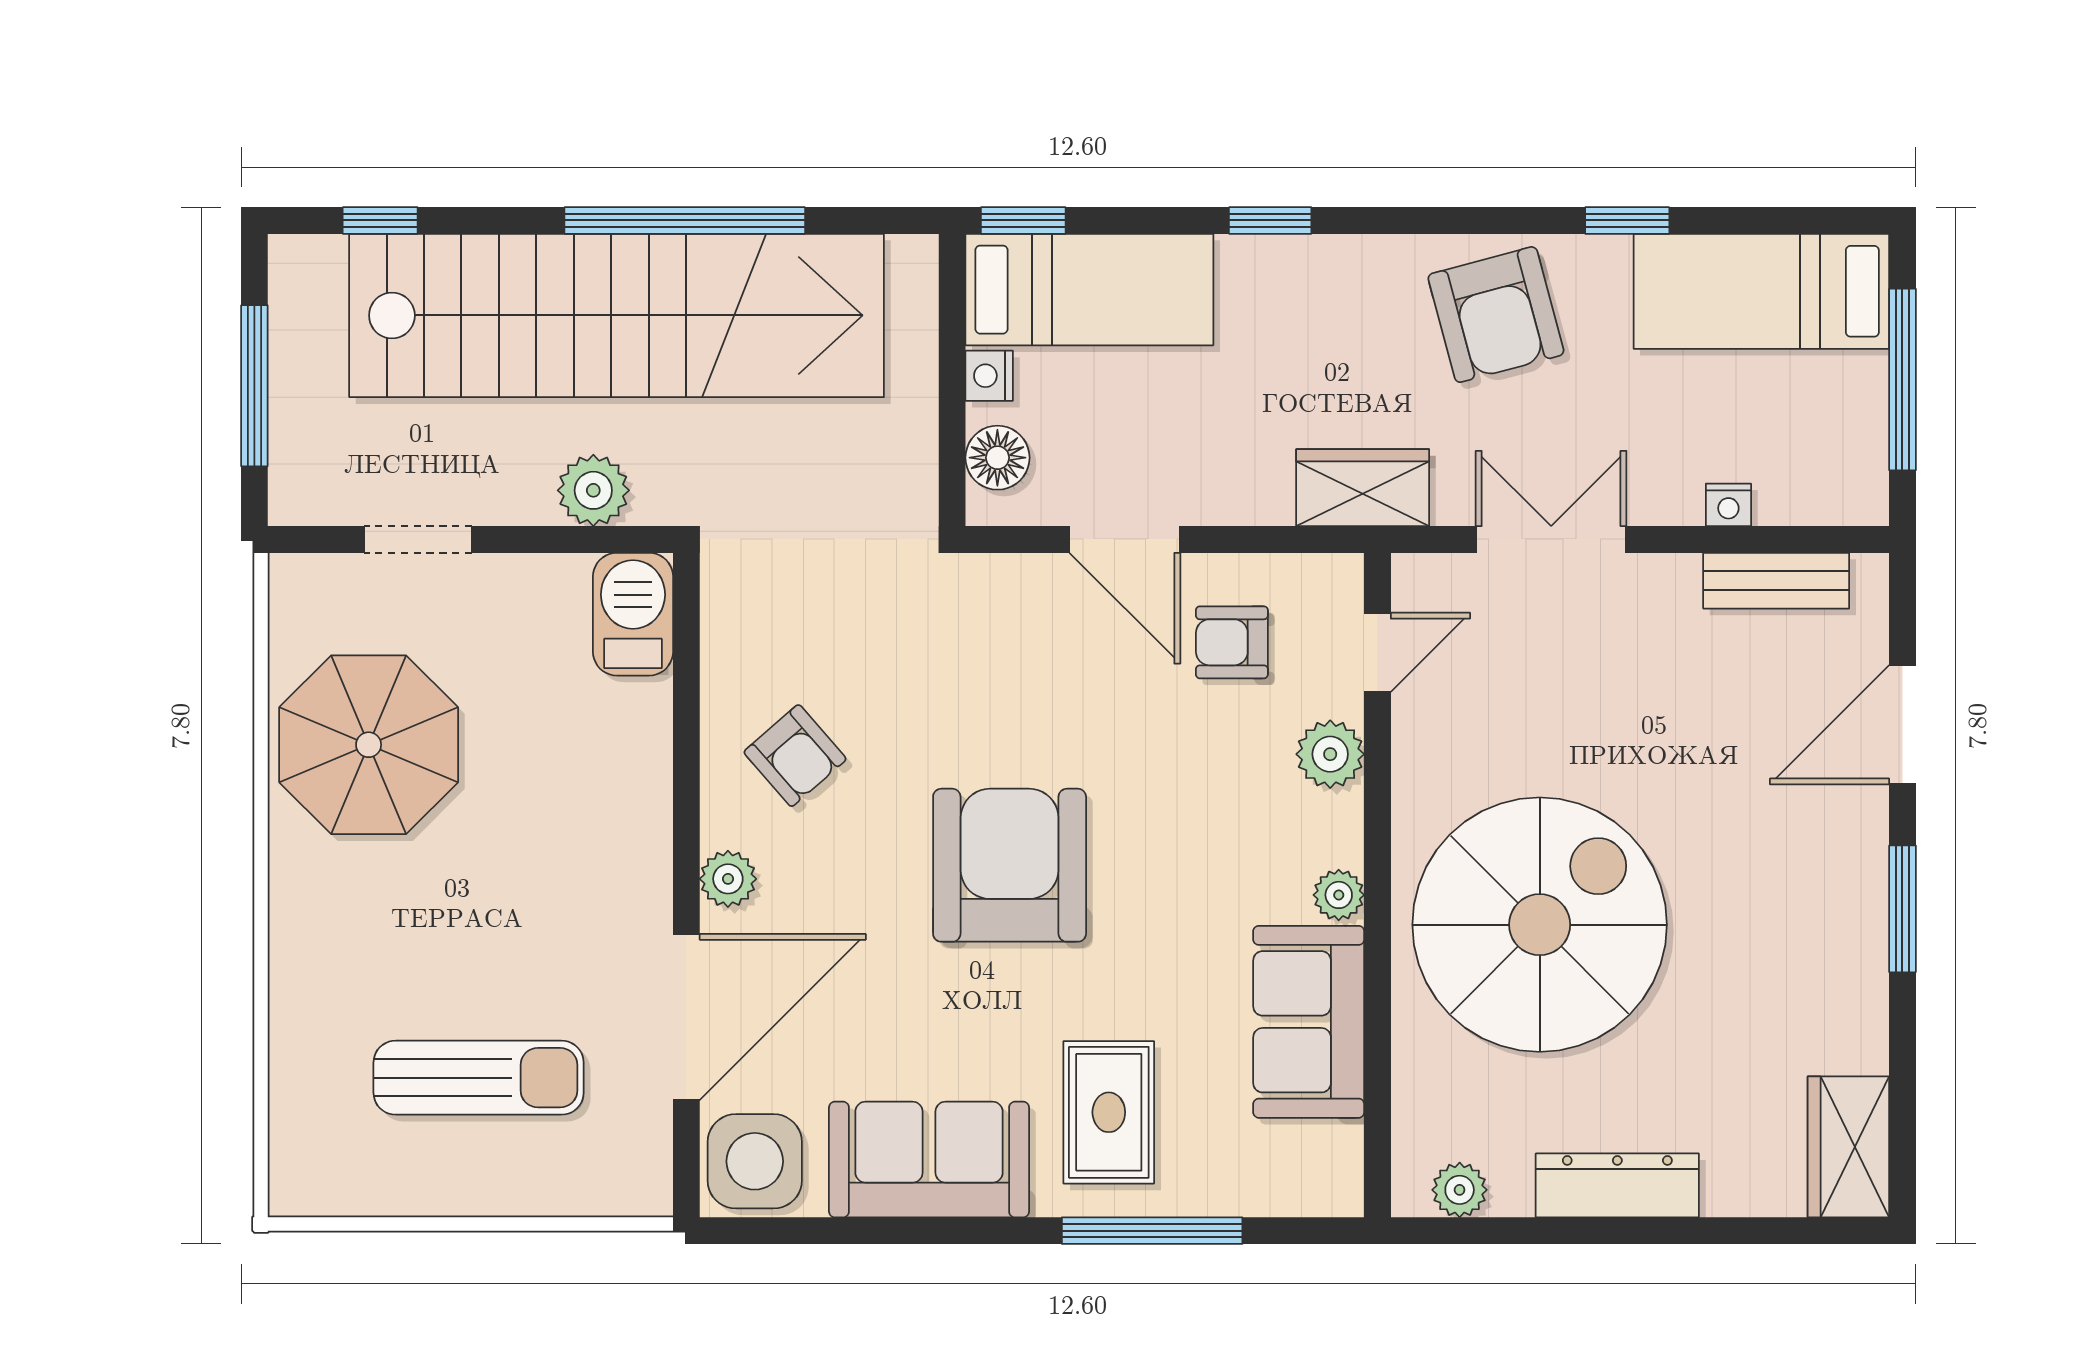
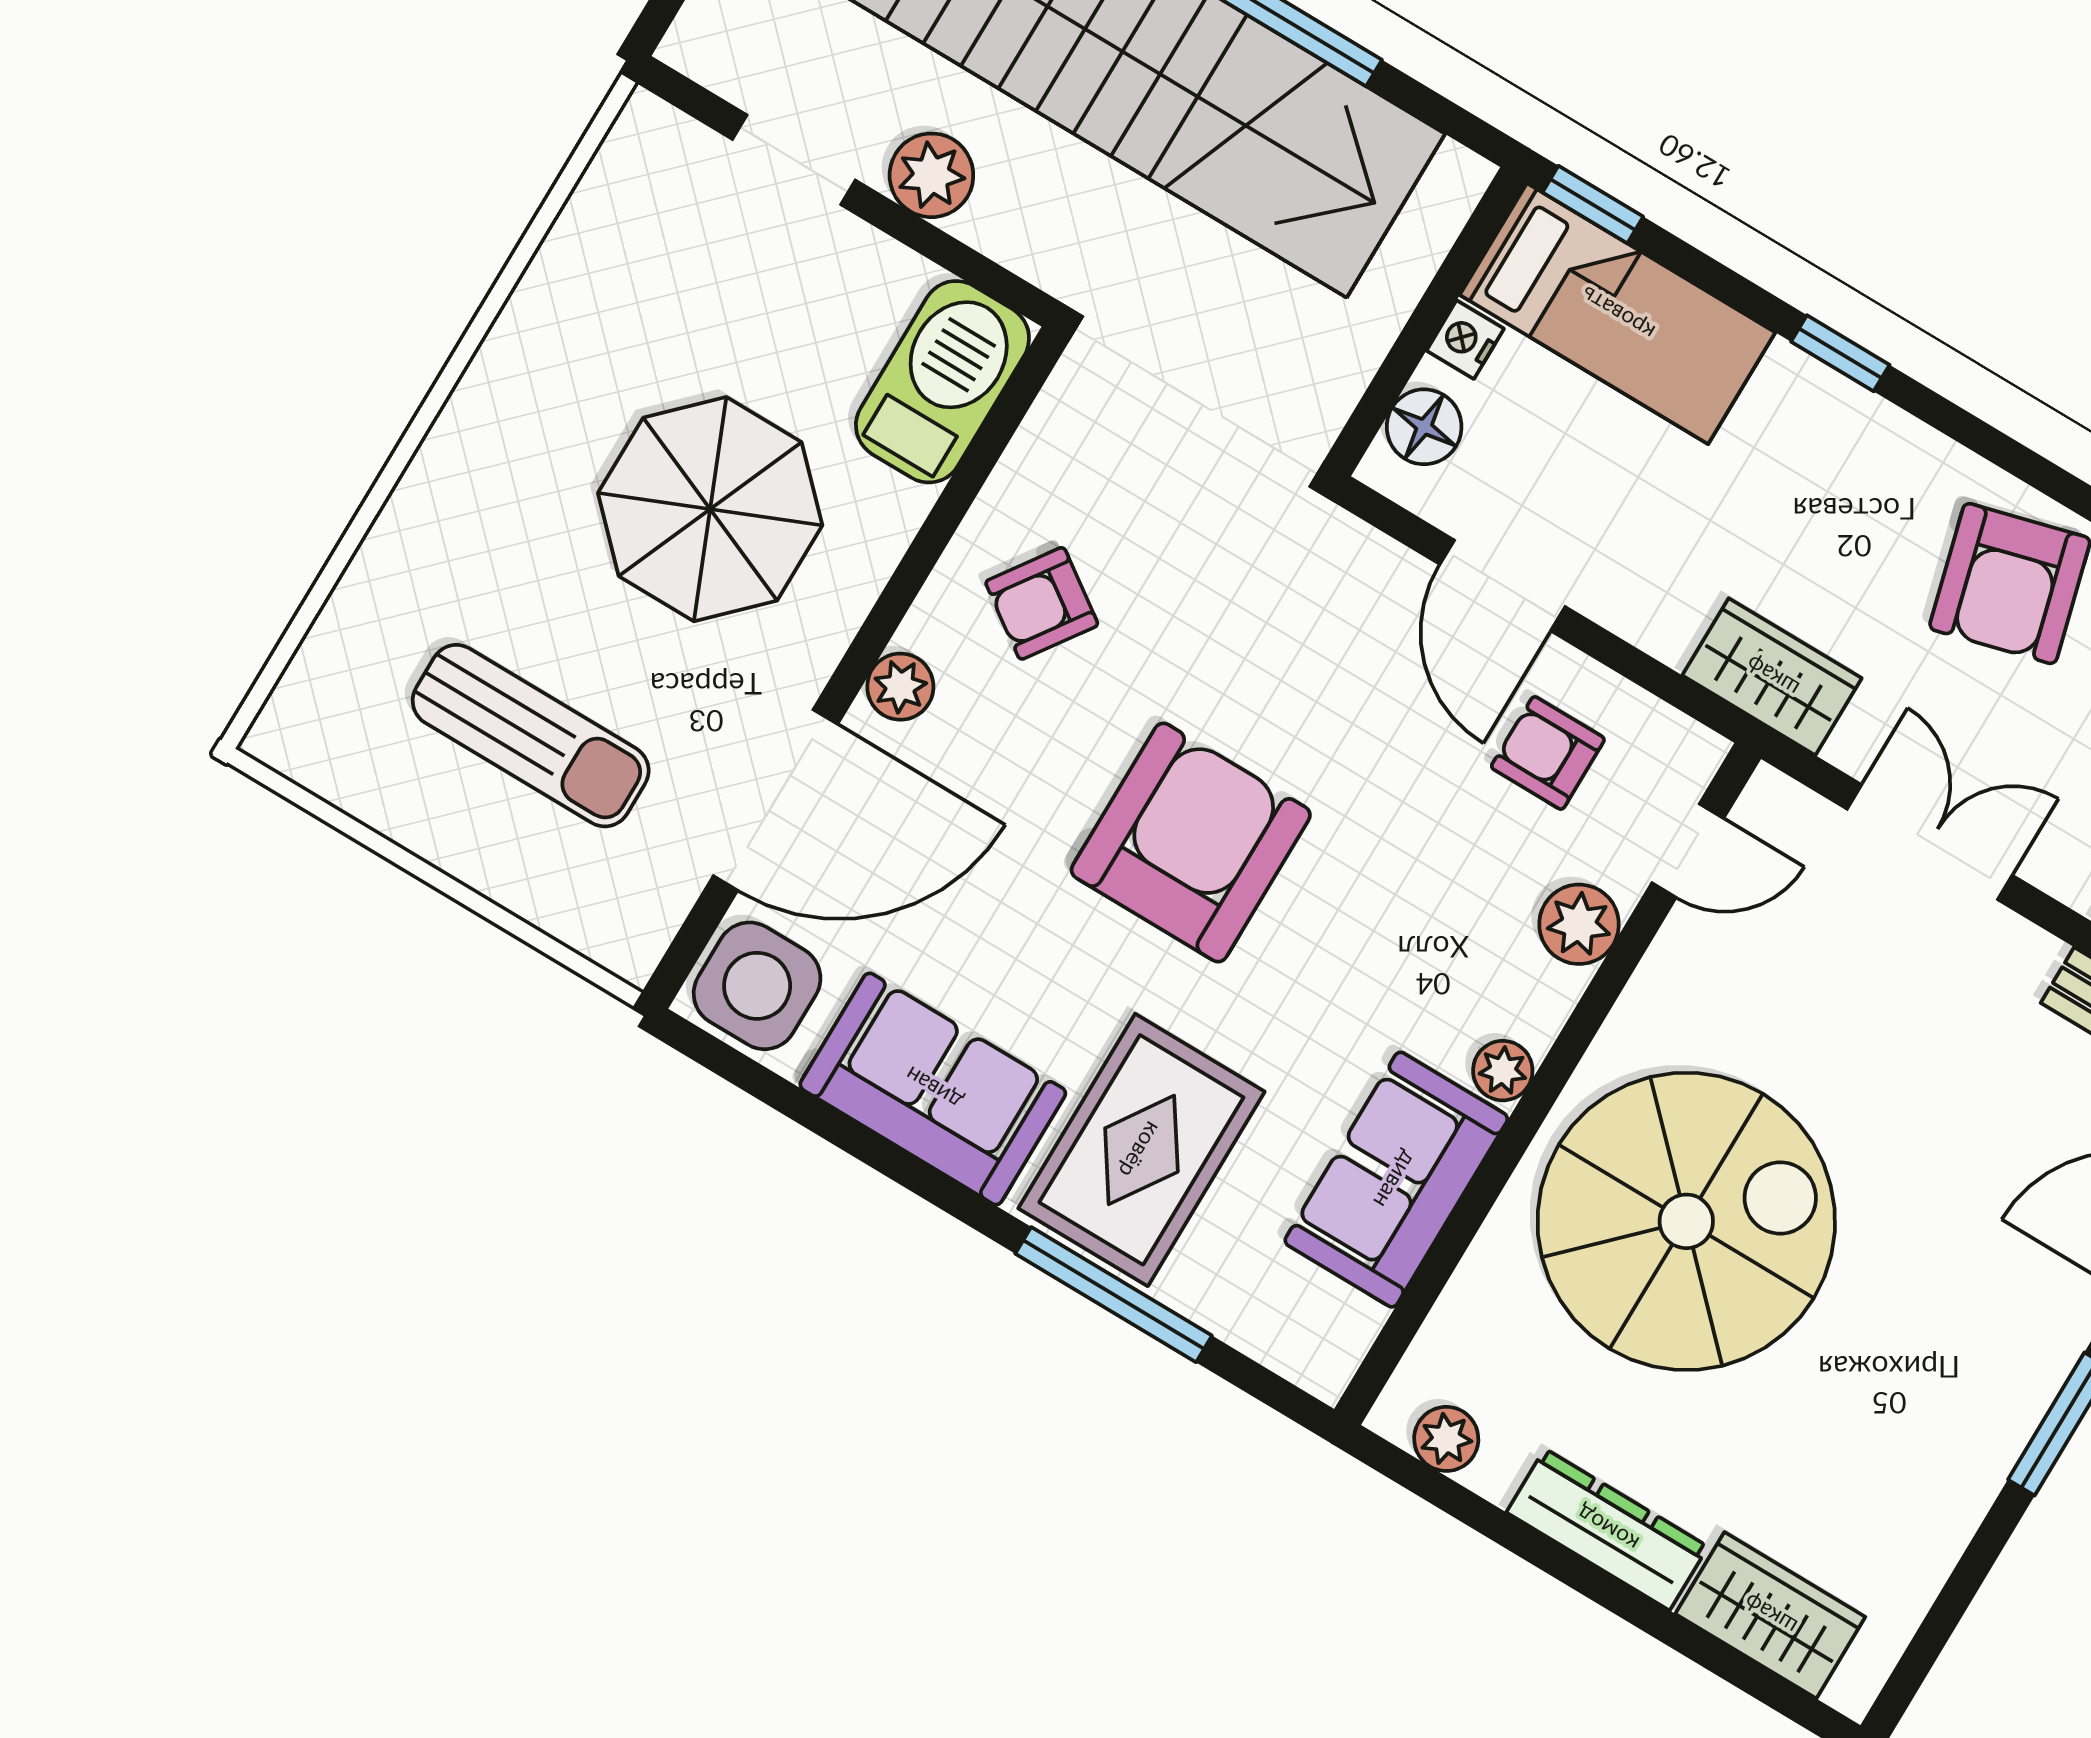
plant: (593, 490) -> (931, 175), moved
barbecue: (633, 614) -> (942, 382), width x1.37, depth x1.21
parasol: (369, 745) -> (710, 509), moved
armchair: (795, 756) -> (1042, 603), turned 76
rug: (1109, 1112) -> (1141, 1150), width x1.36, depth x1.43
wardrobe: (1848, 1147) -> (1770, 1615), moved, turned 90

